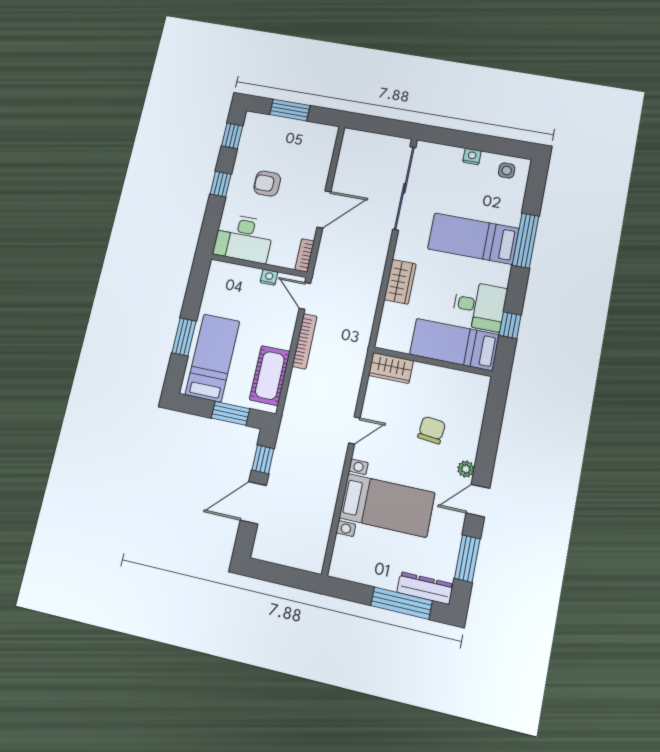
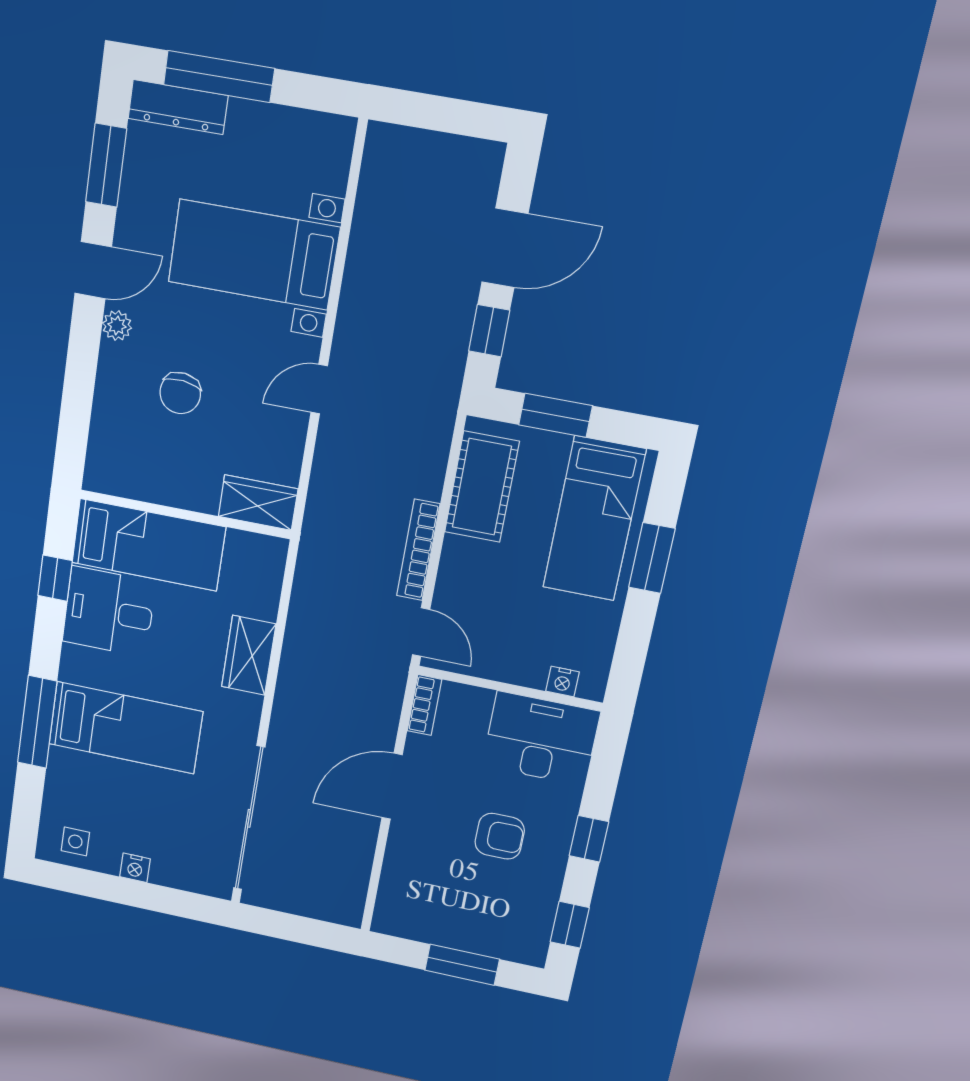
nightstand: (269, 277) -> (563, 682), moved

